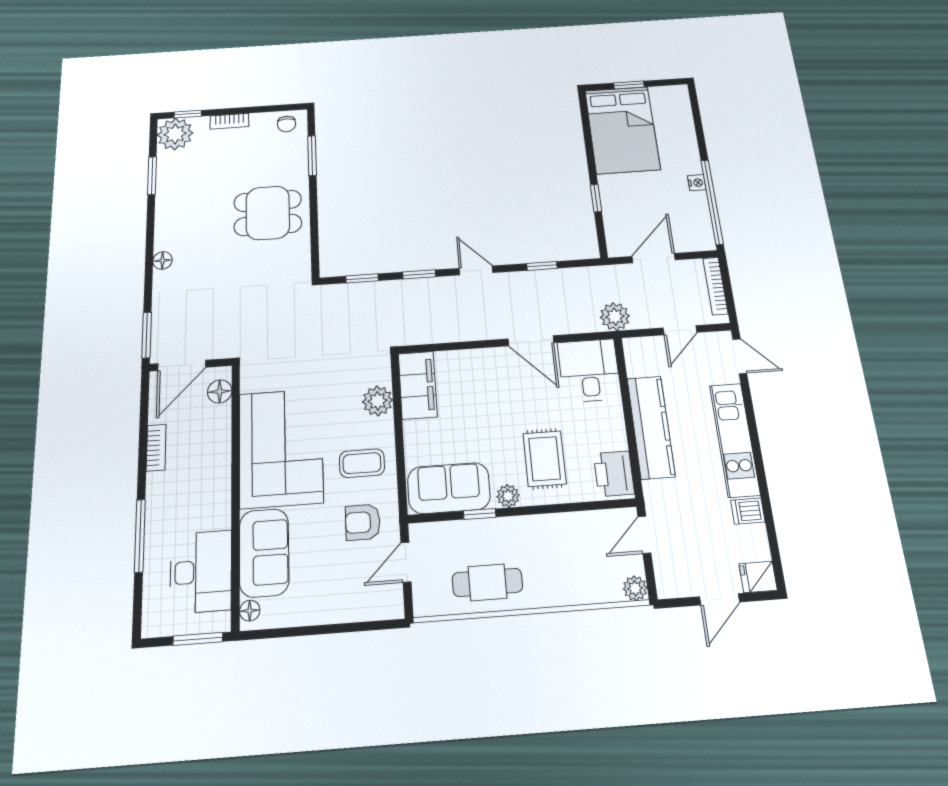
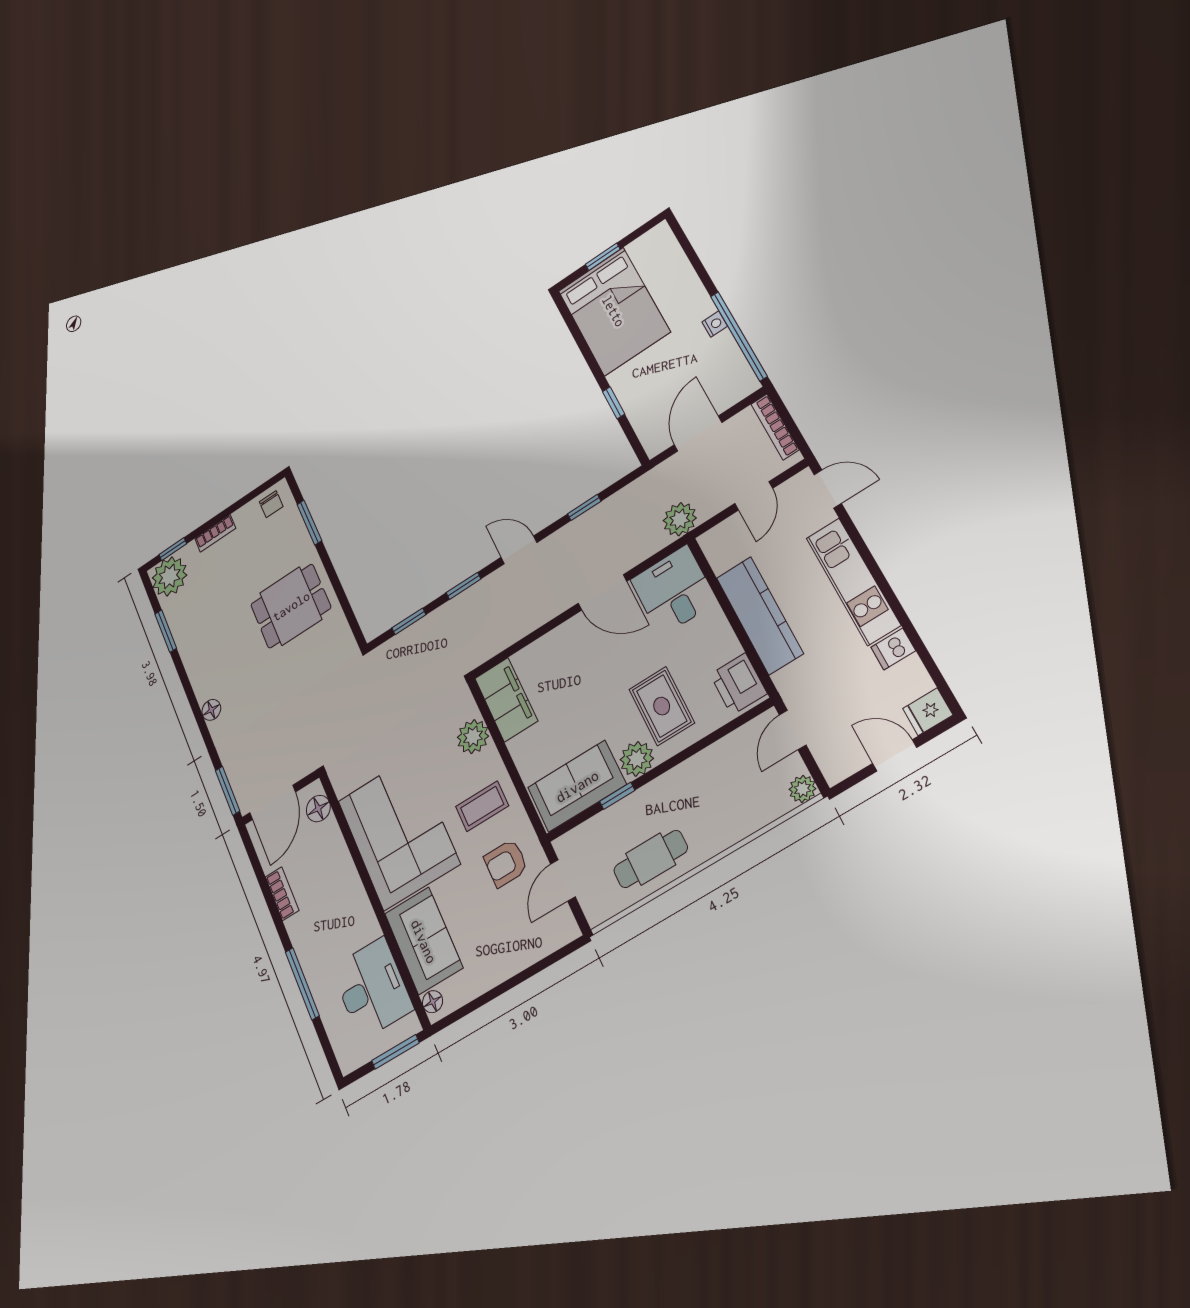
plant: (508, 496) -> (637, 759), width x1.38, depth x1.38
door: (719, 599) -> (895, 755), swing flipped

